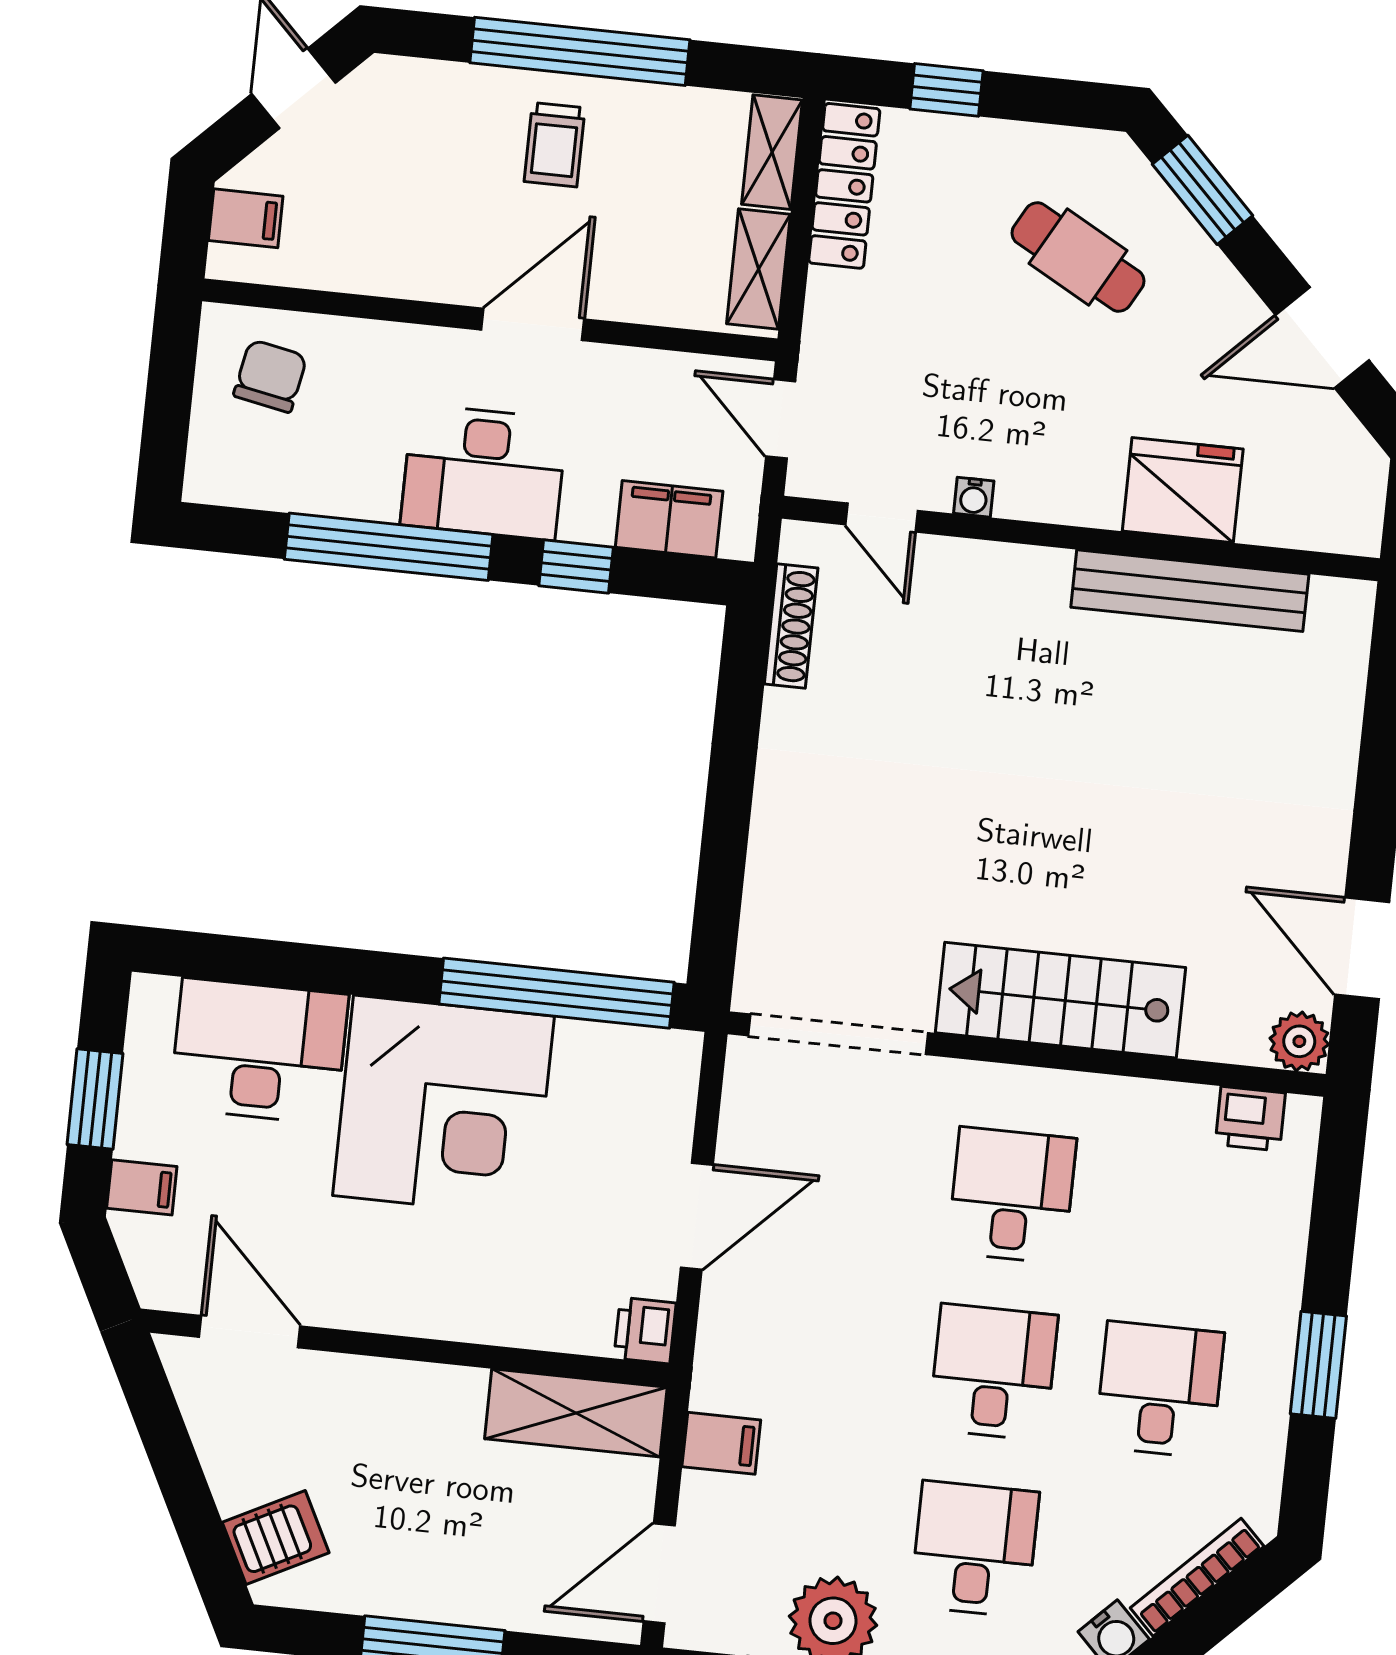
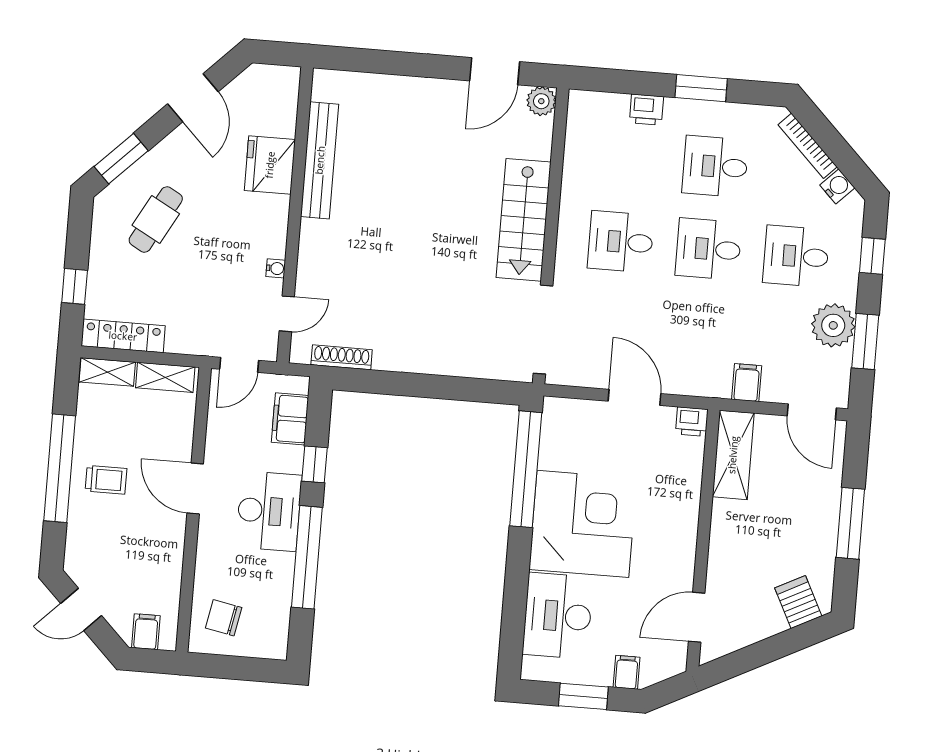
printer: (1250, 1119) -> (646, 110), moved, turned 90

